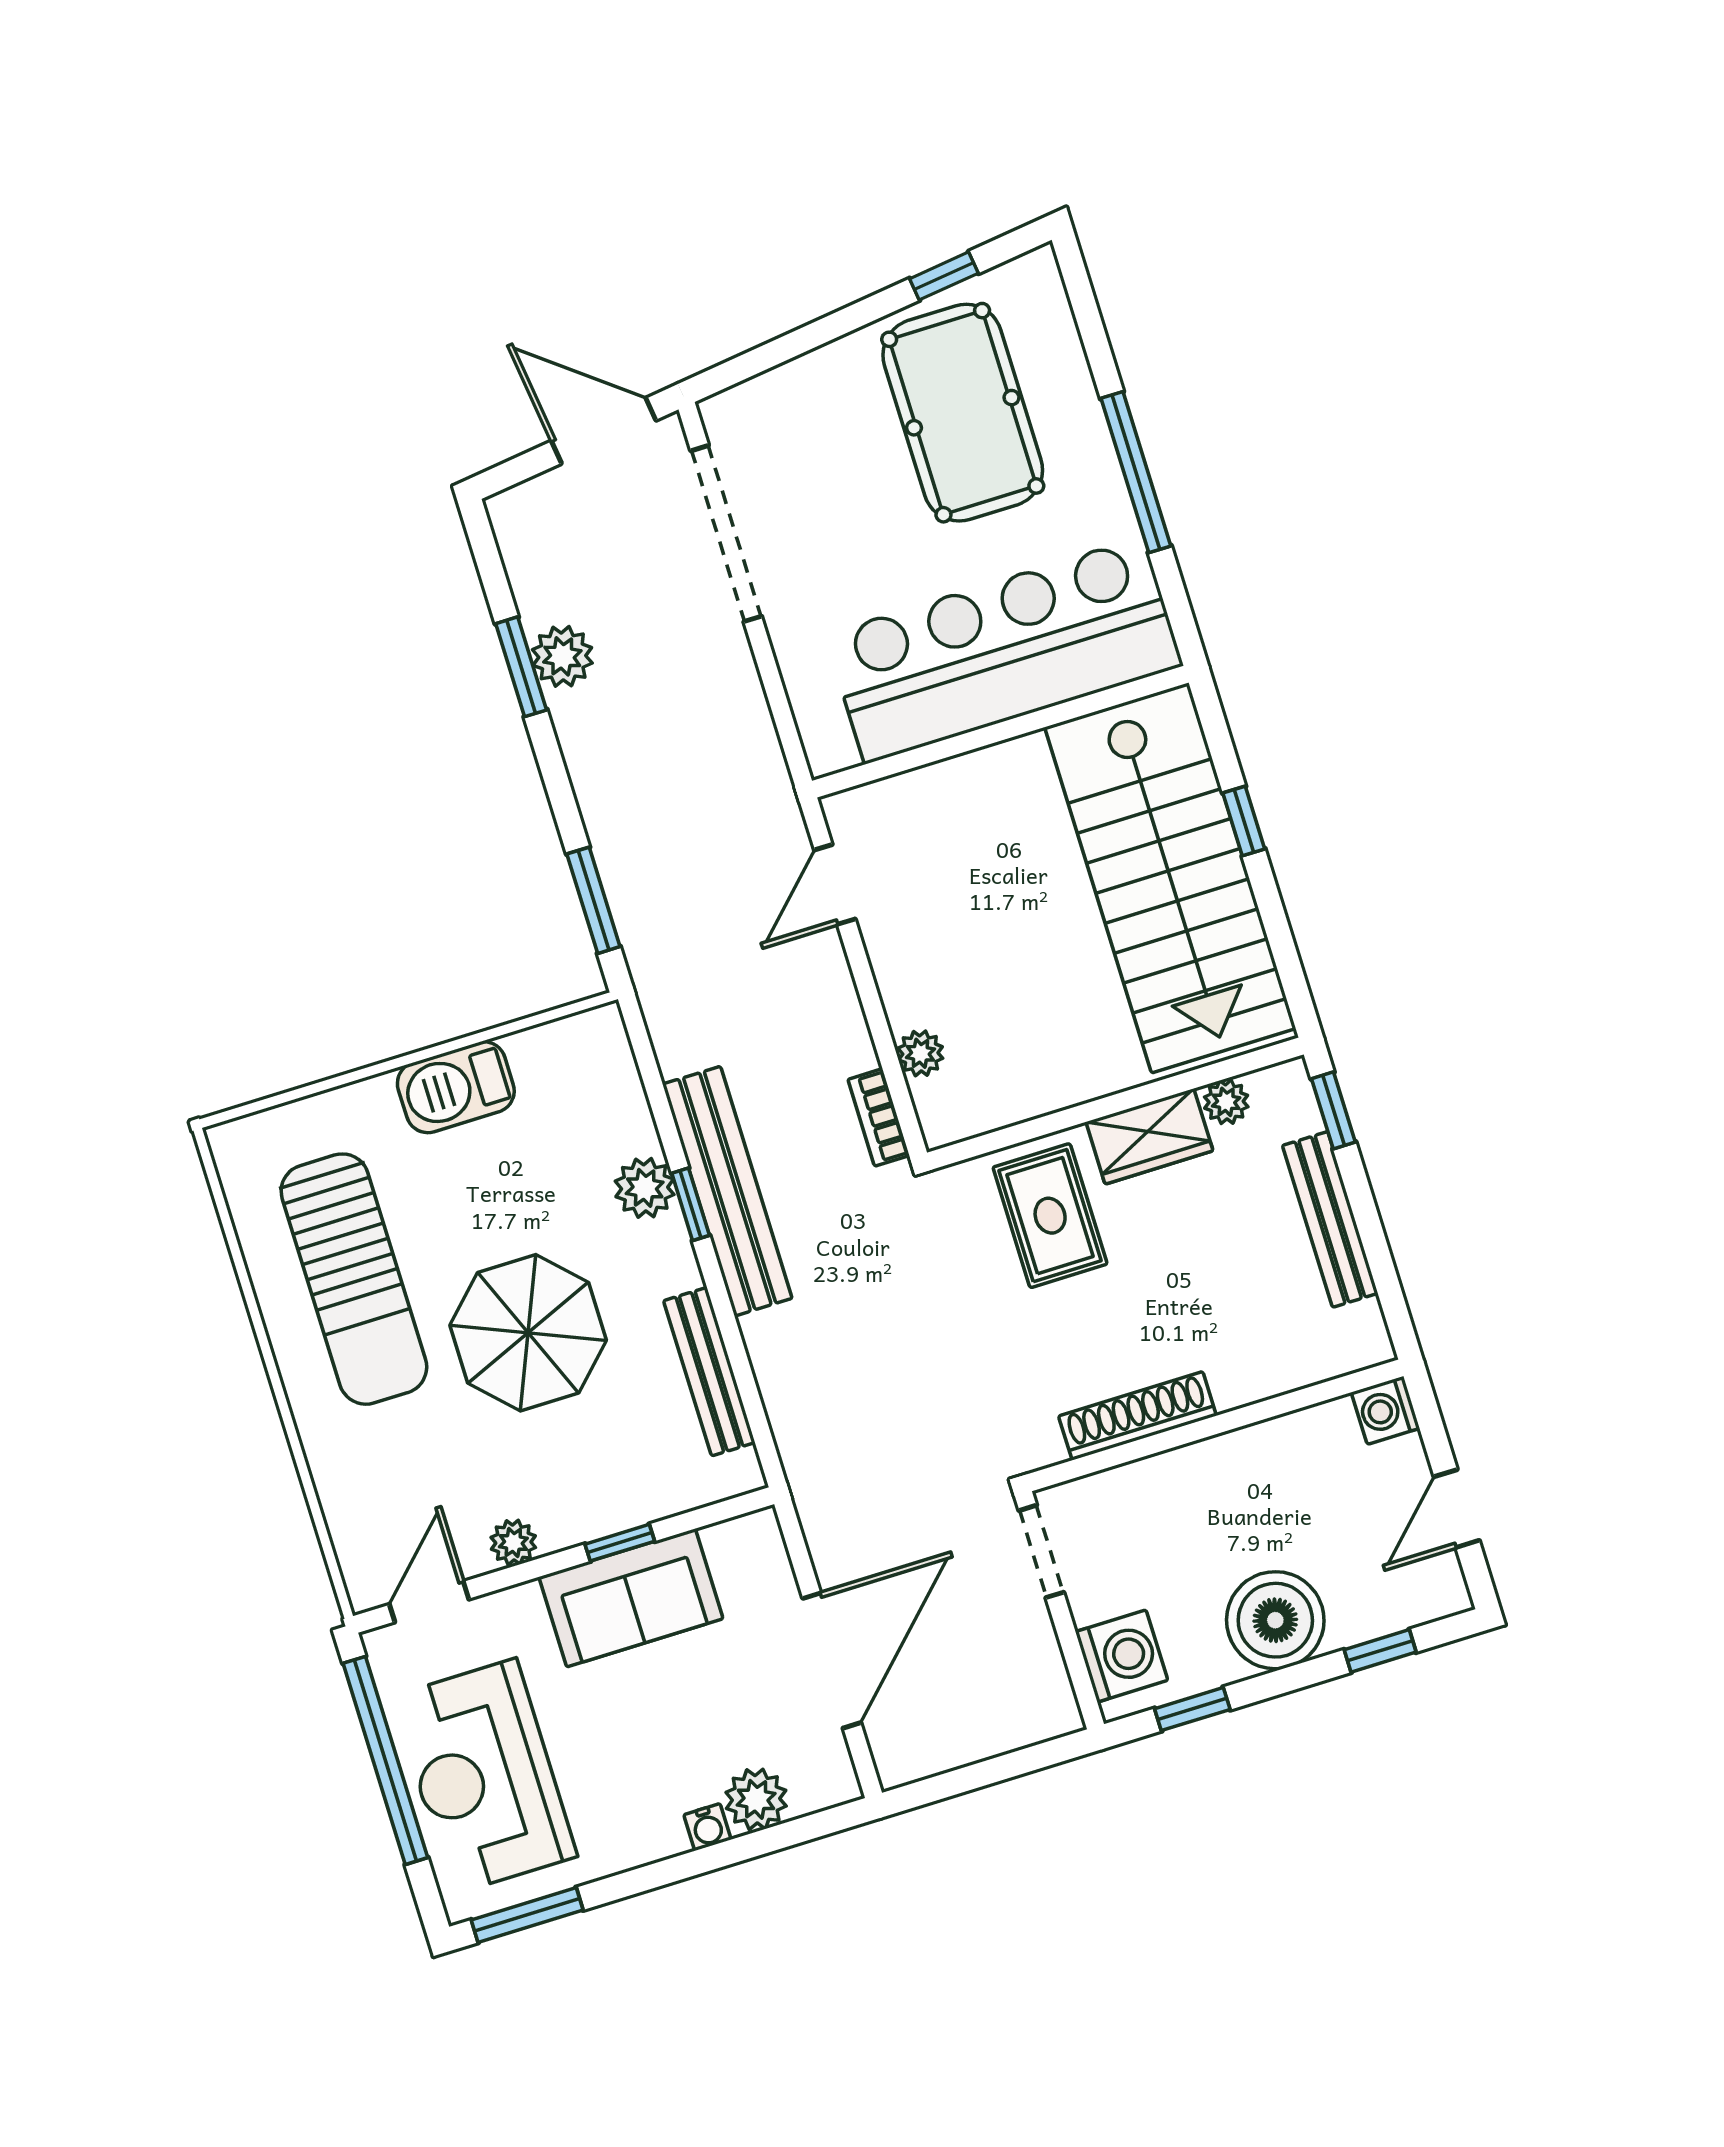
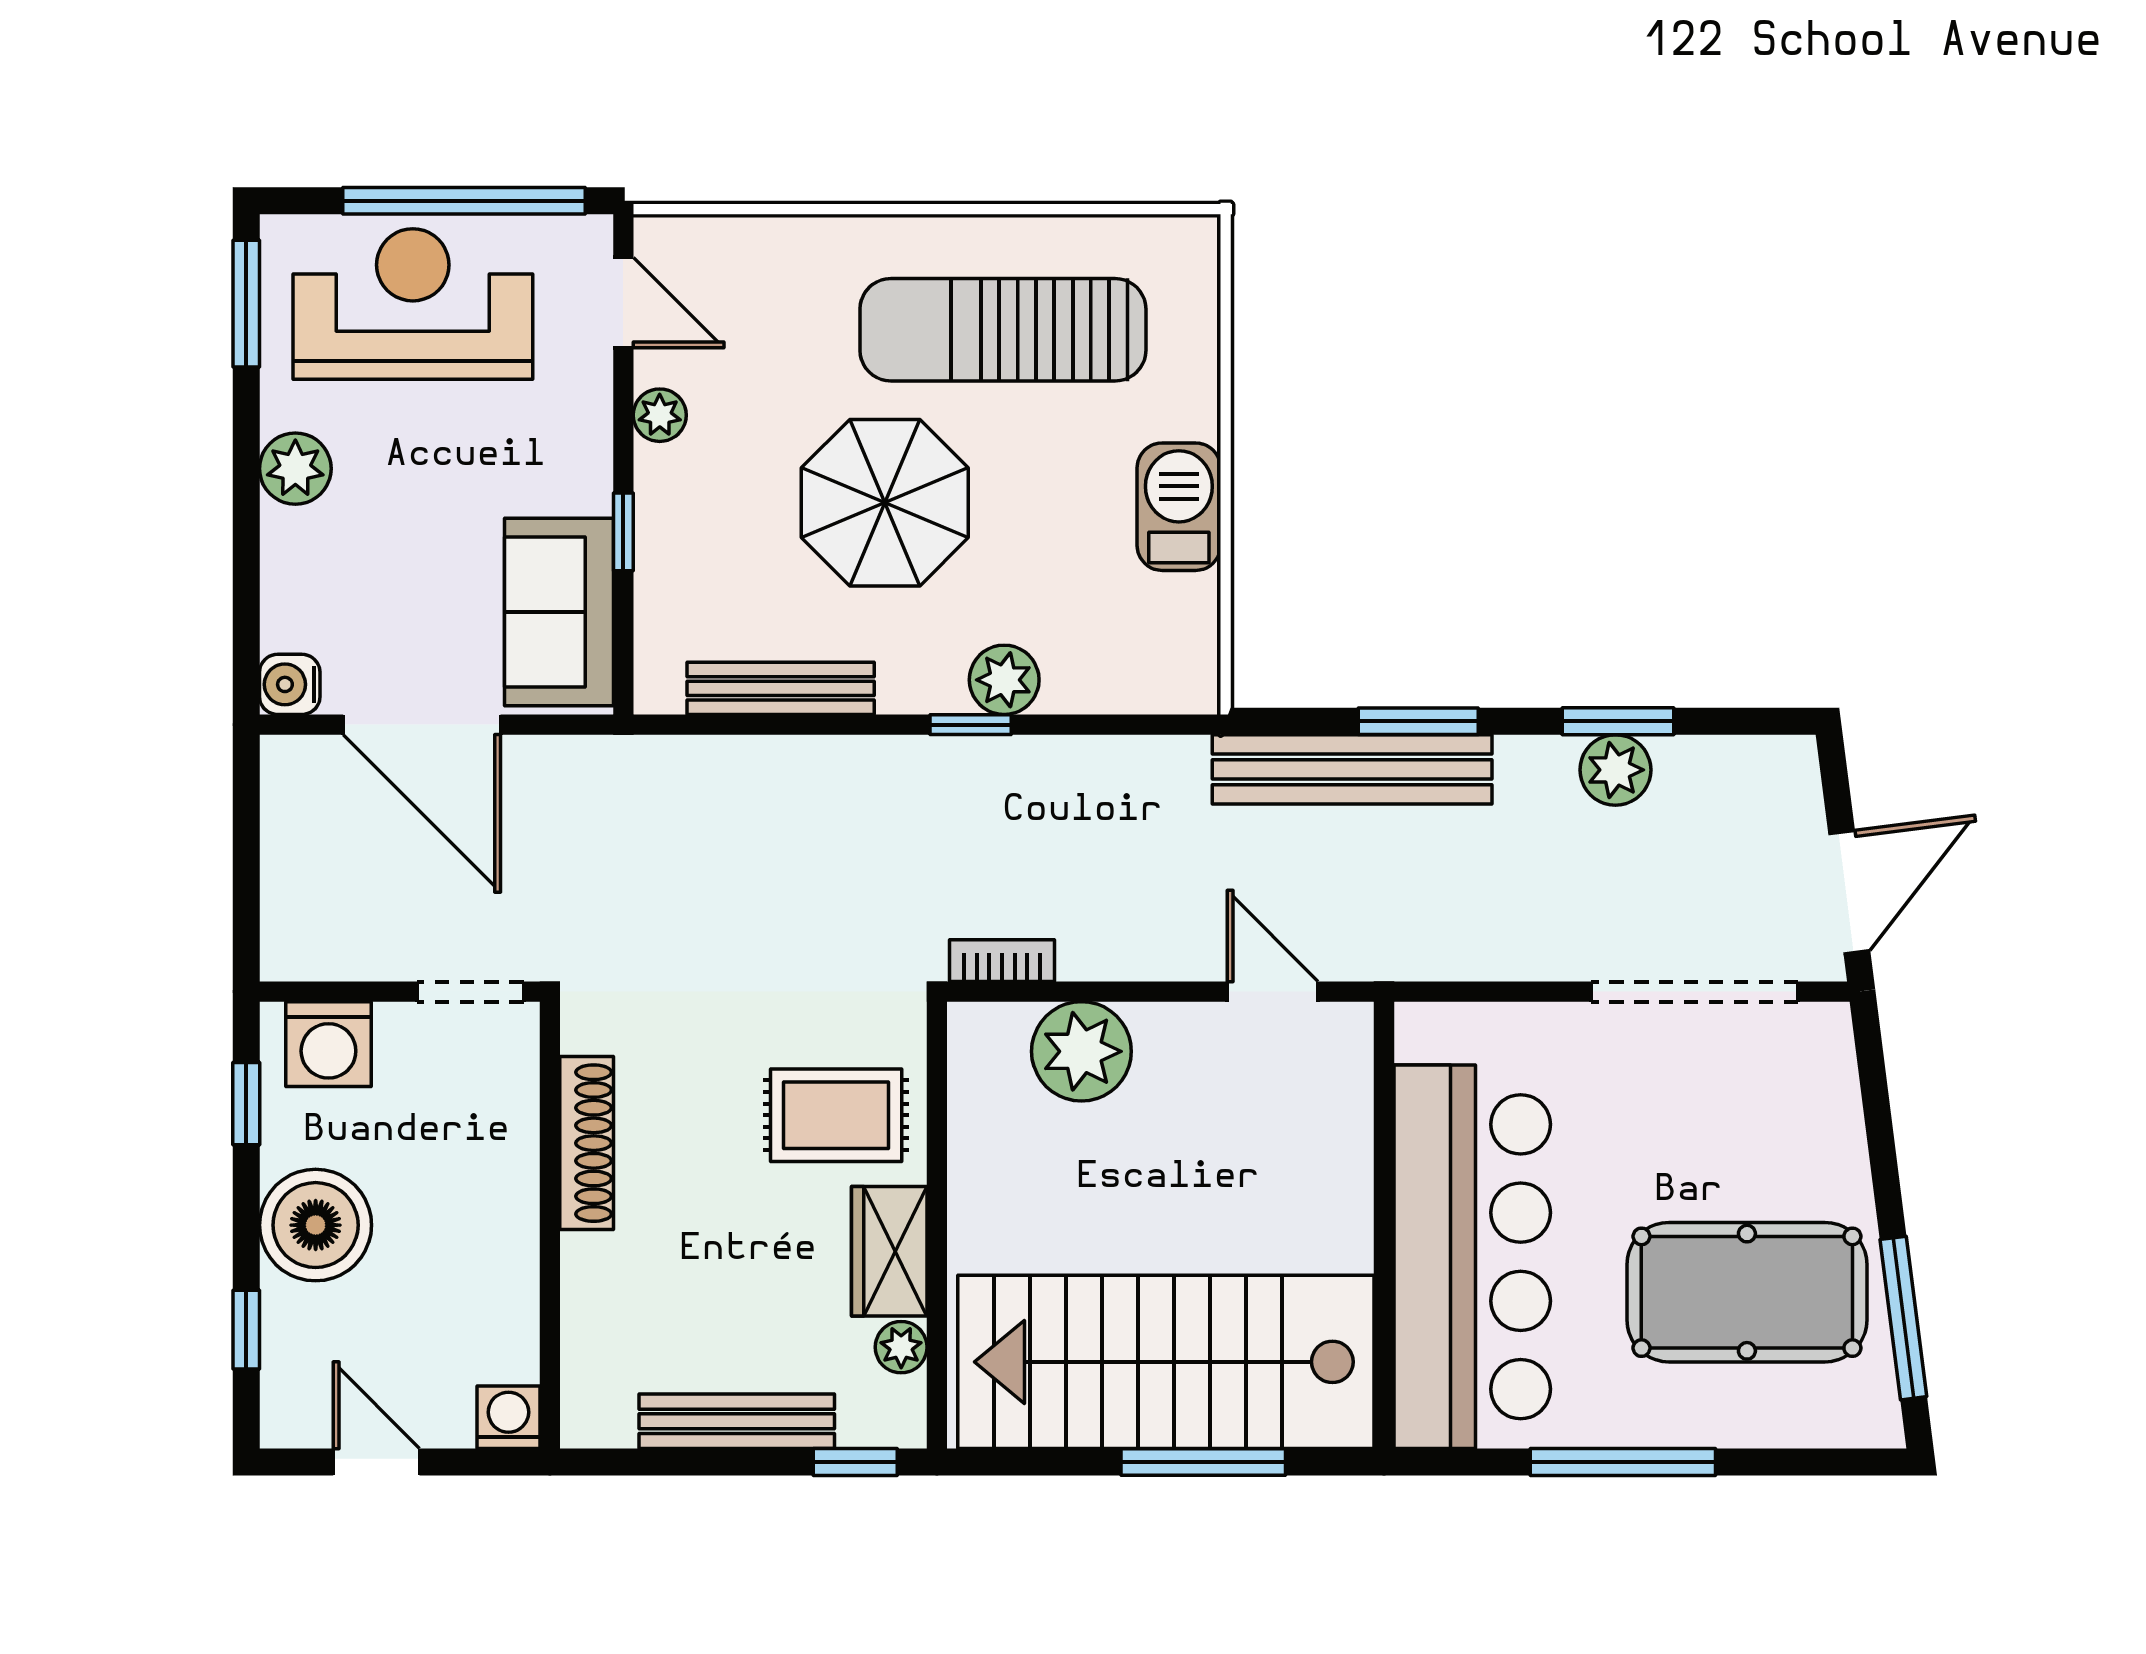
window: (944, 276) -> (1903, 1318), width x2.17
window: (1244, 821) -> (1203, 1462), width x2.17
window: (593, 900) -> (1418, 721), moved
plant: (920, 1053) -> (1081, 1051), width x1.88, depth x1.88
bench: (727, 1191) -> (1352, 769), moved
sofa: (631, 1598) -> (559, 612), moved
plant: (756, 1799) -> (295, 469), moved
water cooler: (707, 1827) -> (290, 684), moved, width x1.38, depth x1.38

